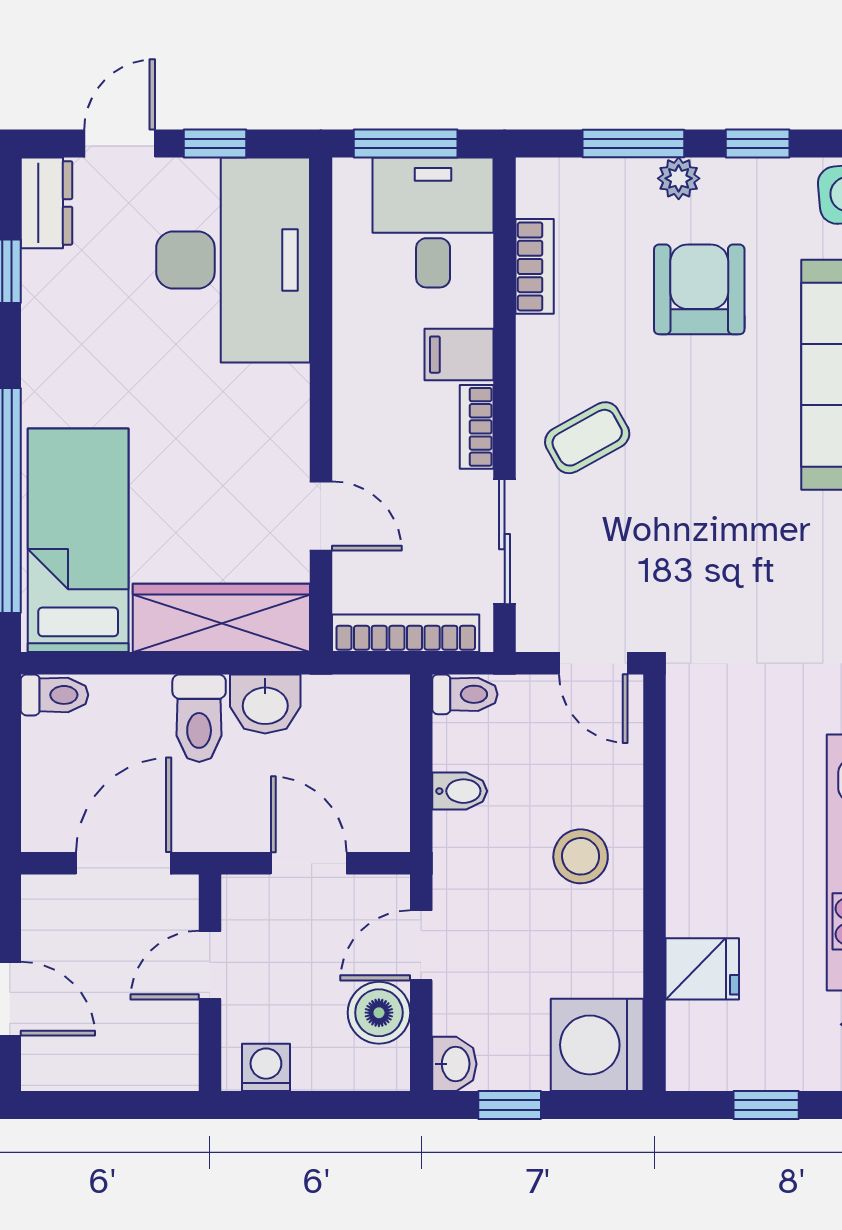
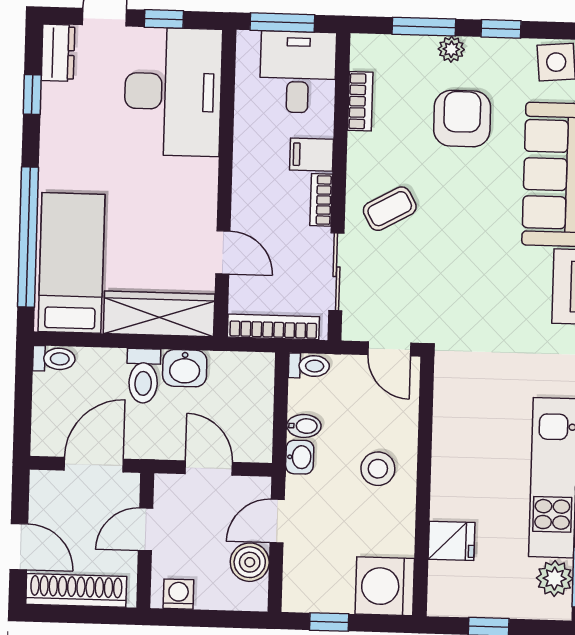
washbasin: (454, 1064) -> (300, 457), moved
shoe rack: (101, 1066) -> (76, 590), added

